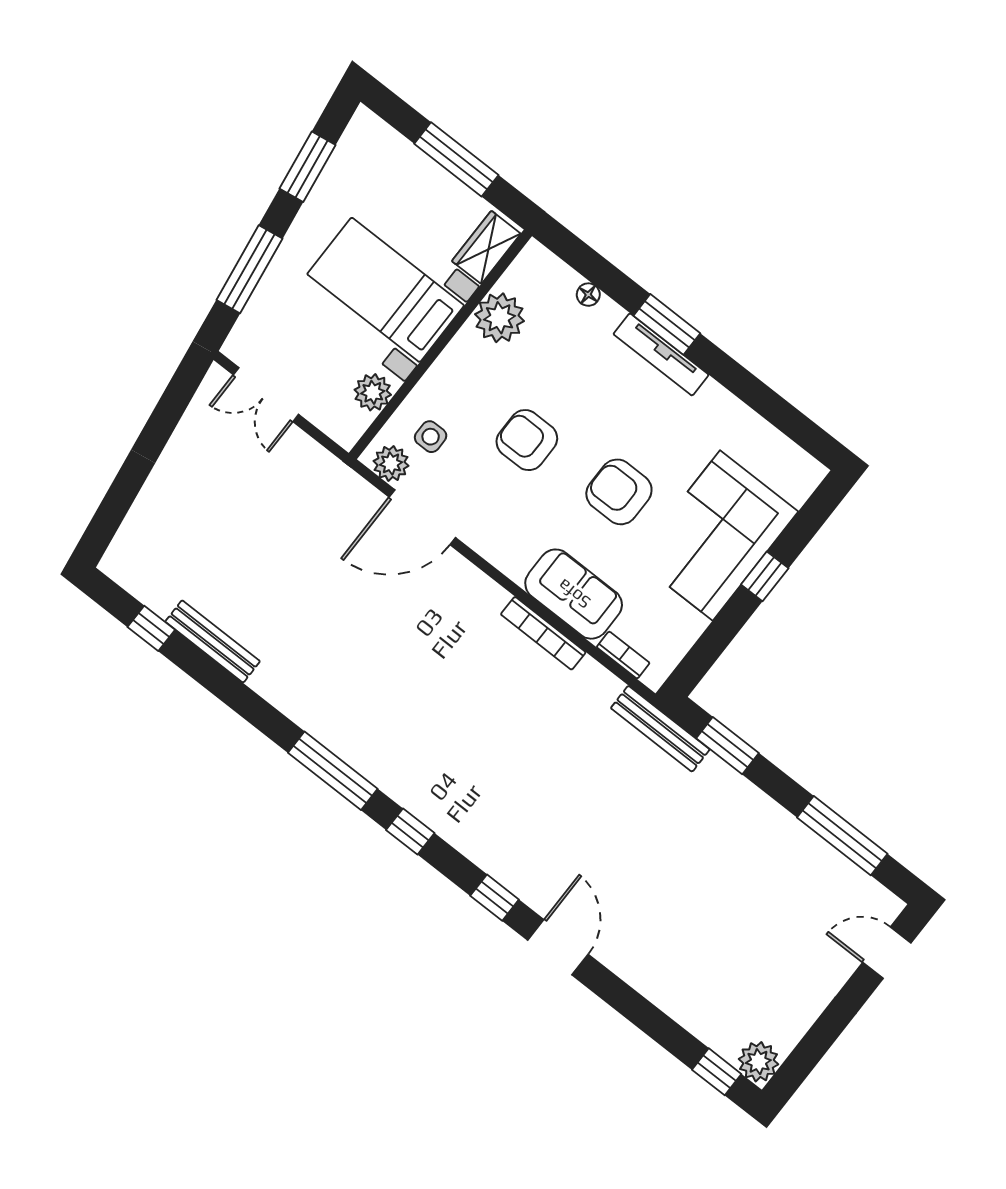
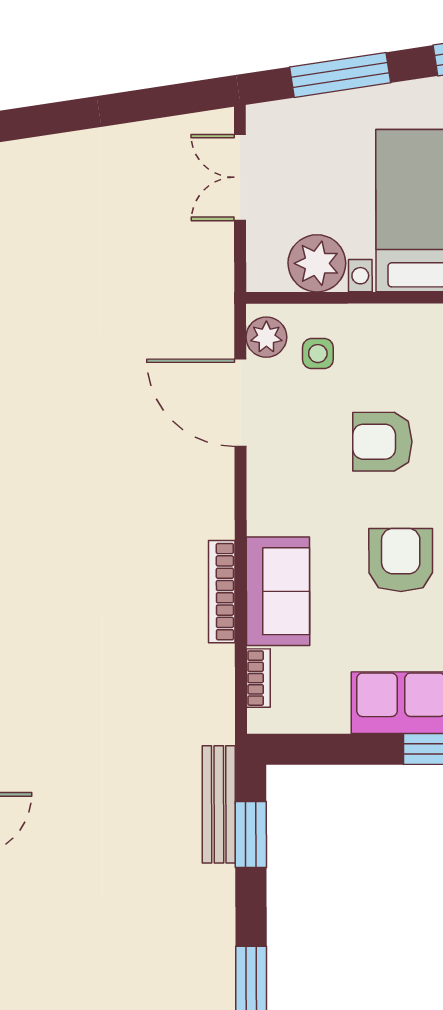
plant: (373, 392) -> (317, 263), width x1.36, depth x1.36
armchair: (527, 440) -> (382, 442), turned -90
bench: (660, 729) -> (219, 804), moved

